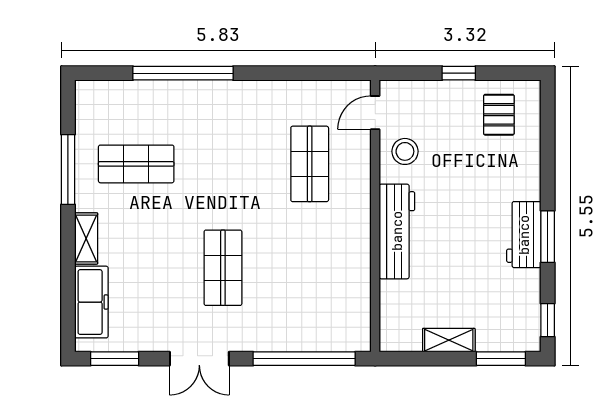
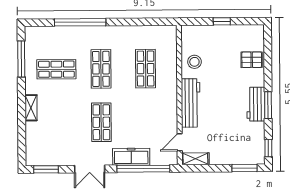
door: (375, 113) -> (180, 142), moved
pallet: (499, 115) -> (252, 60), moved, turned 90
shop shelf: (223, 164) -> (101, 69), added
window: (68, 169) -> (21, 59), moved
freezer: (91, 302) -> (131, 157), moved, turned -90
shelving: (449, 340) -> (195, 159), moved

